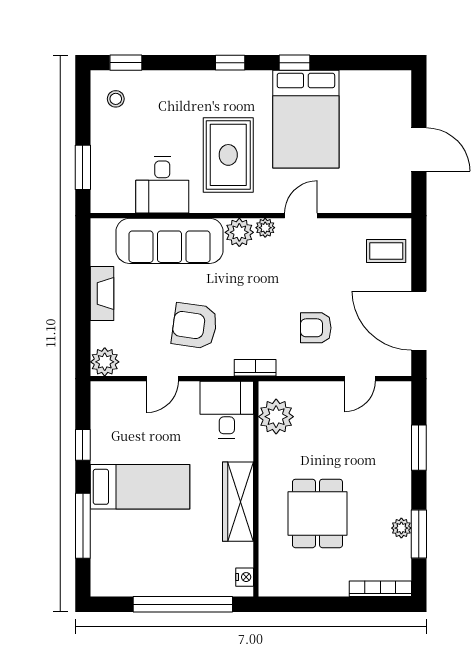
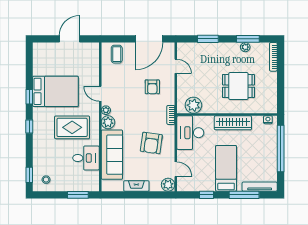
door: (162, 379) -> (176, 169), moved
desk: (227, 410) -> (190, 133), width x1.37
tv unit: (101, 559) -> (260, 187), added

